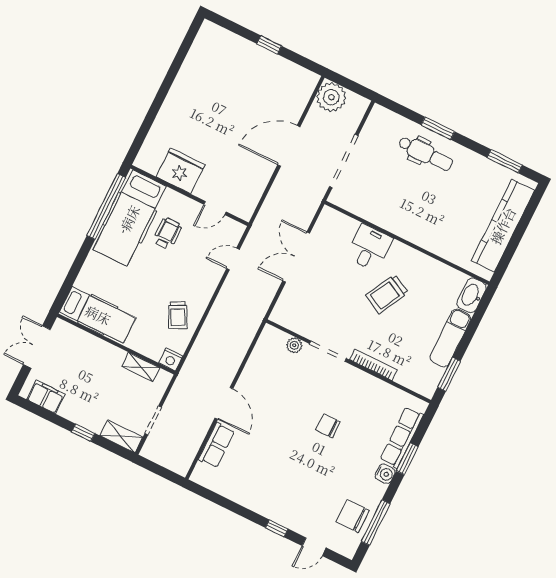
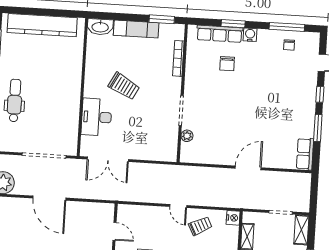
desk: (369, 248) -> (96, 117), width x1.37
double door: (296, 257) -> (108, 159), moved
door: (233, 259) -> (178, 206), moved
bookcase: (373, 365) -> (178, 58), moved
chair: (328, 426) -> (227, 64), moved
row of seats: (216, 445) -> (305, 154), moved, turned -90
window: (237, 509) -> (318, 128), added
chair: (353, 516) -> (289, 45), width x0.54, depth x0.54

